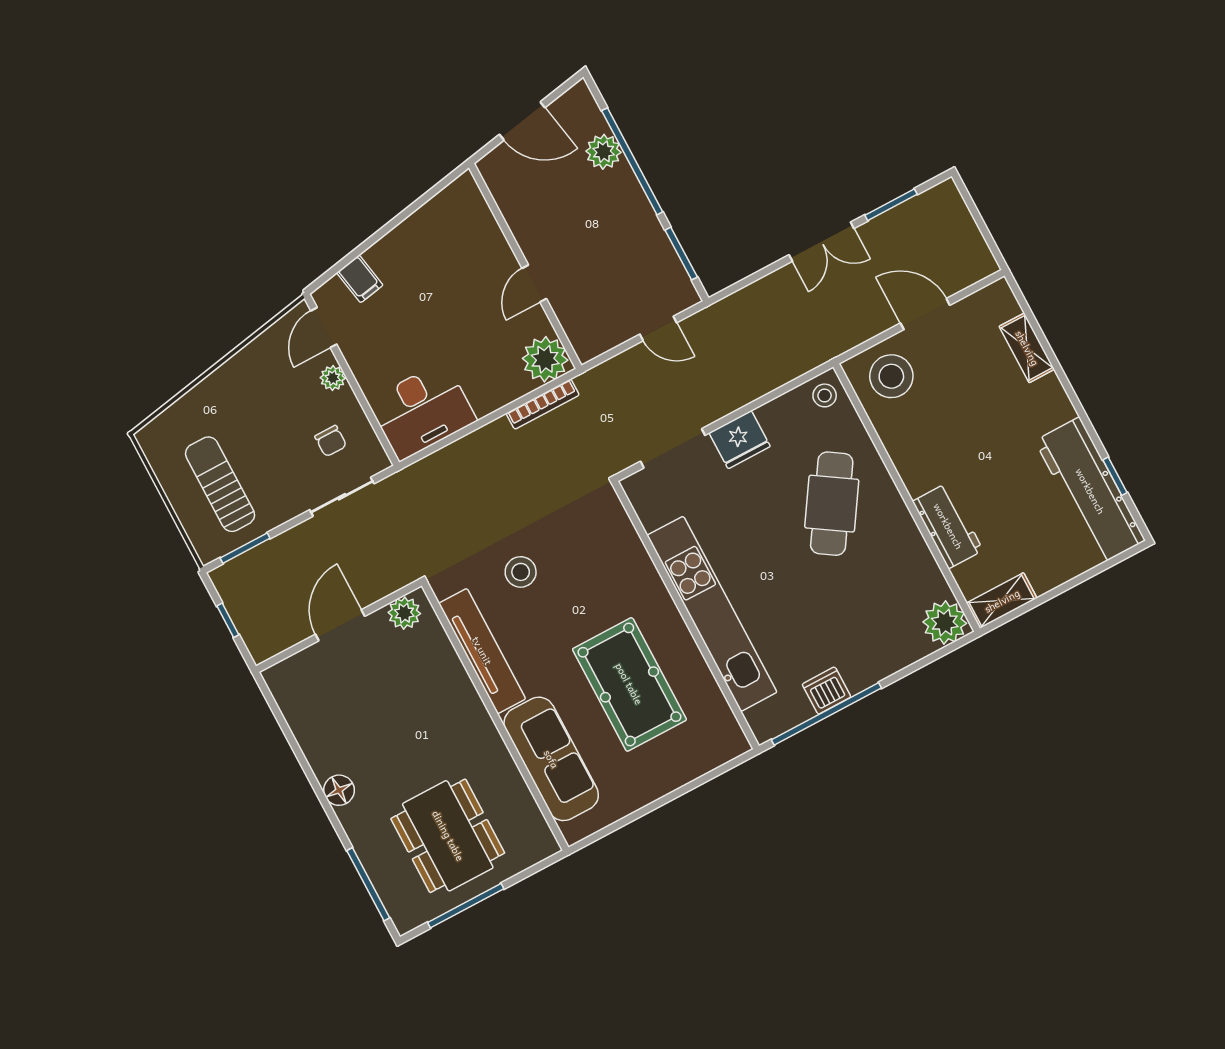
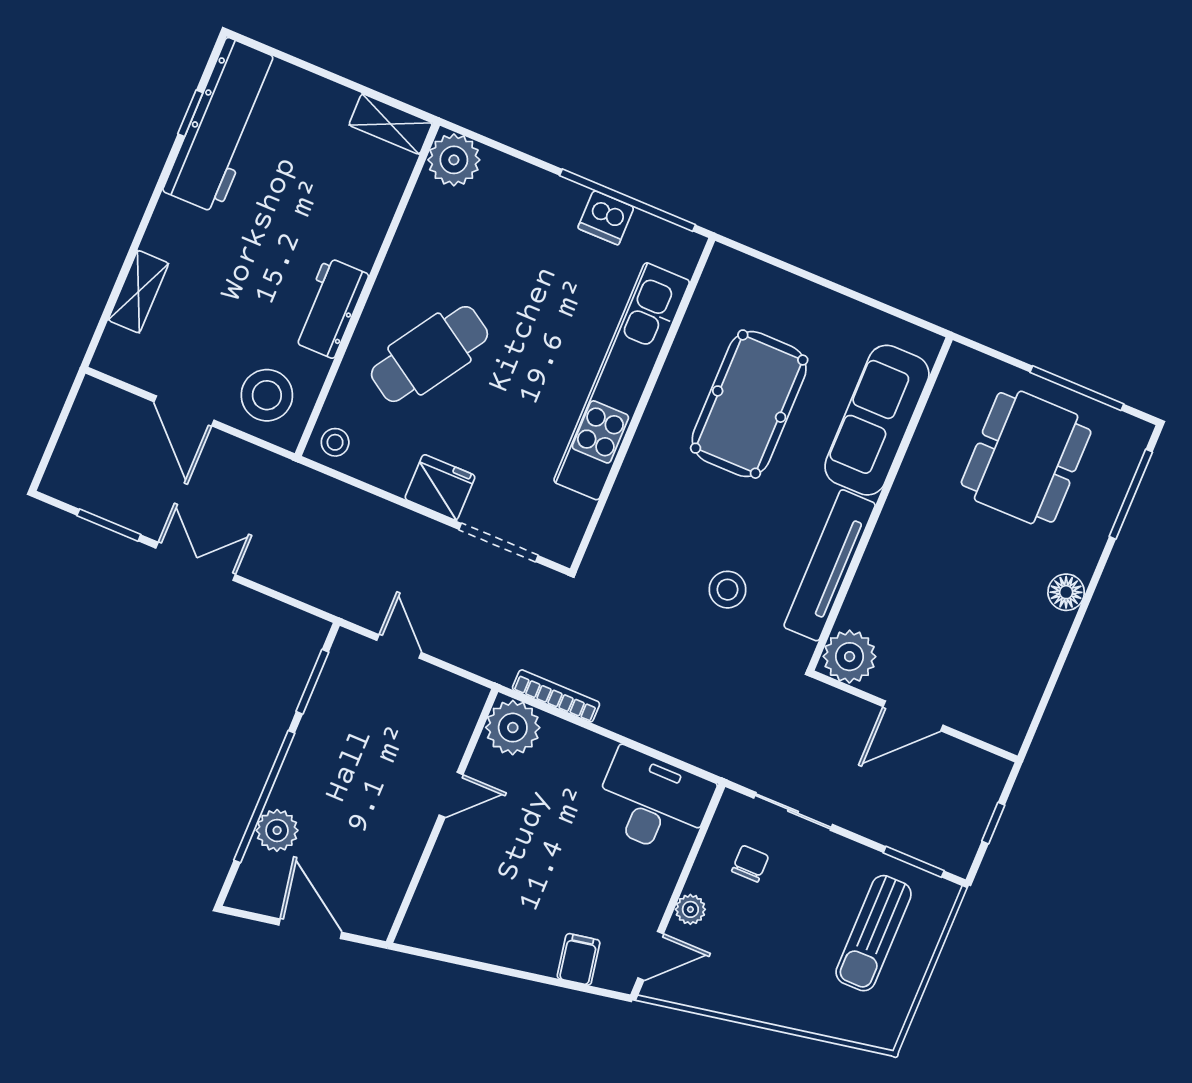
workbench: (948, 526) -> (330, 308), moved
plant: (404, 613) -> (850, 657), width x1.36, depth x1.36

